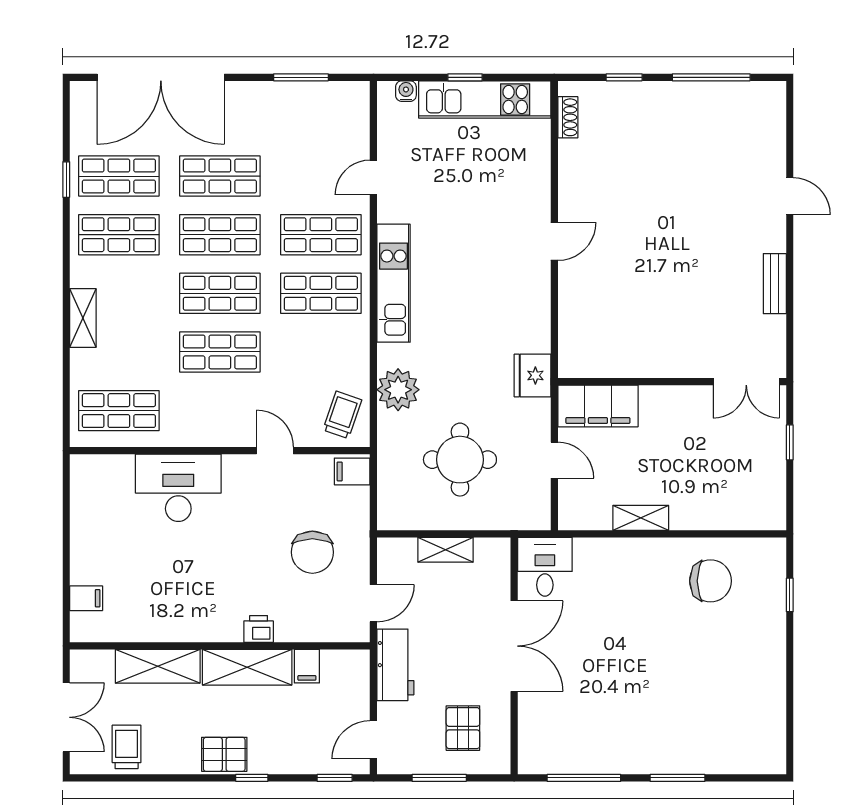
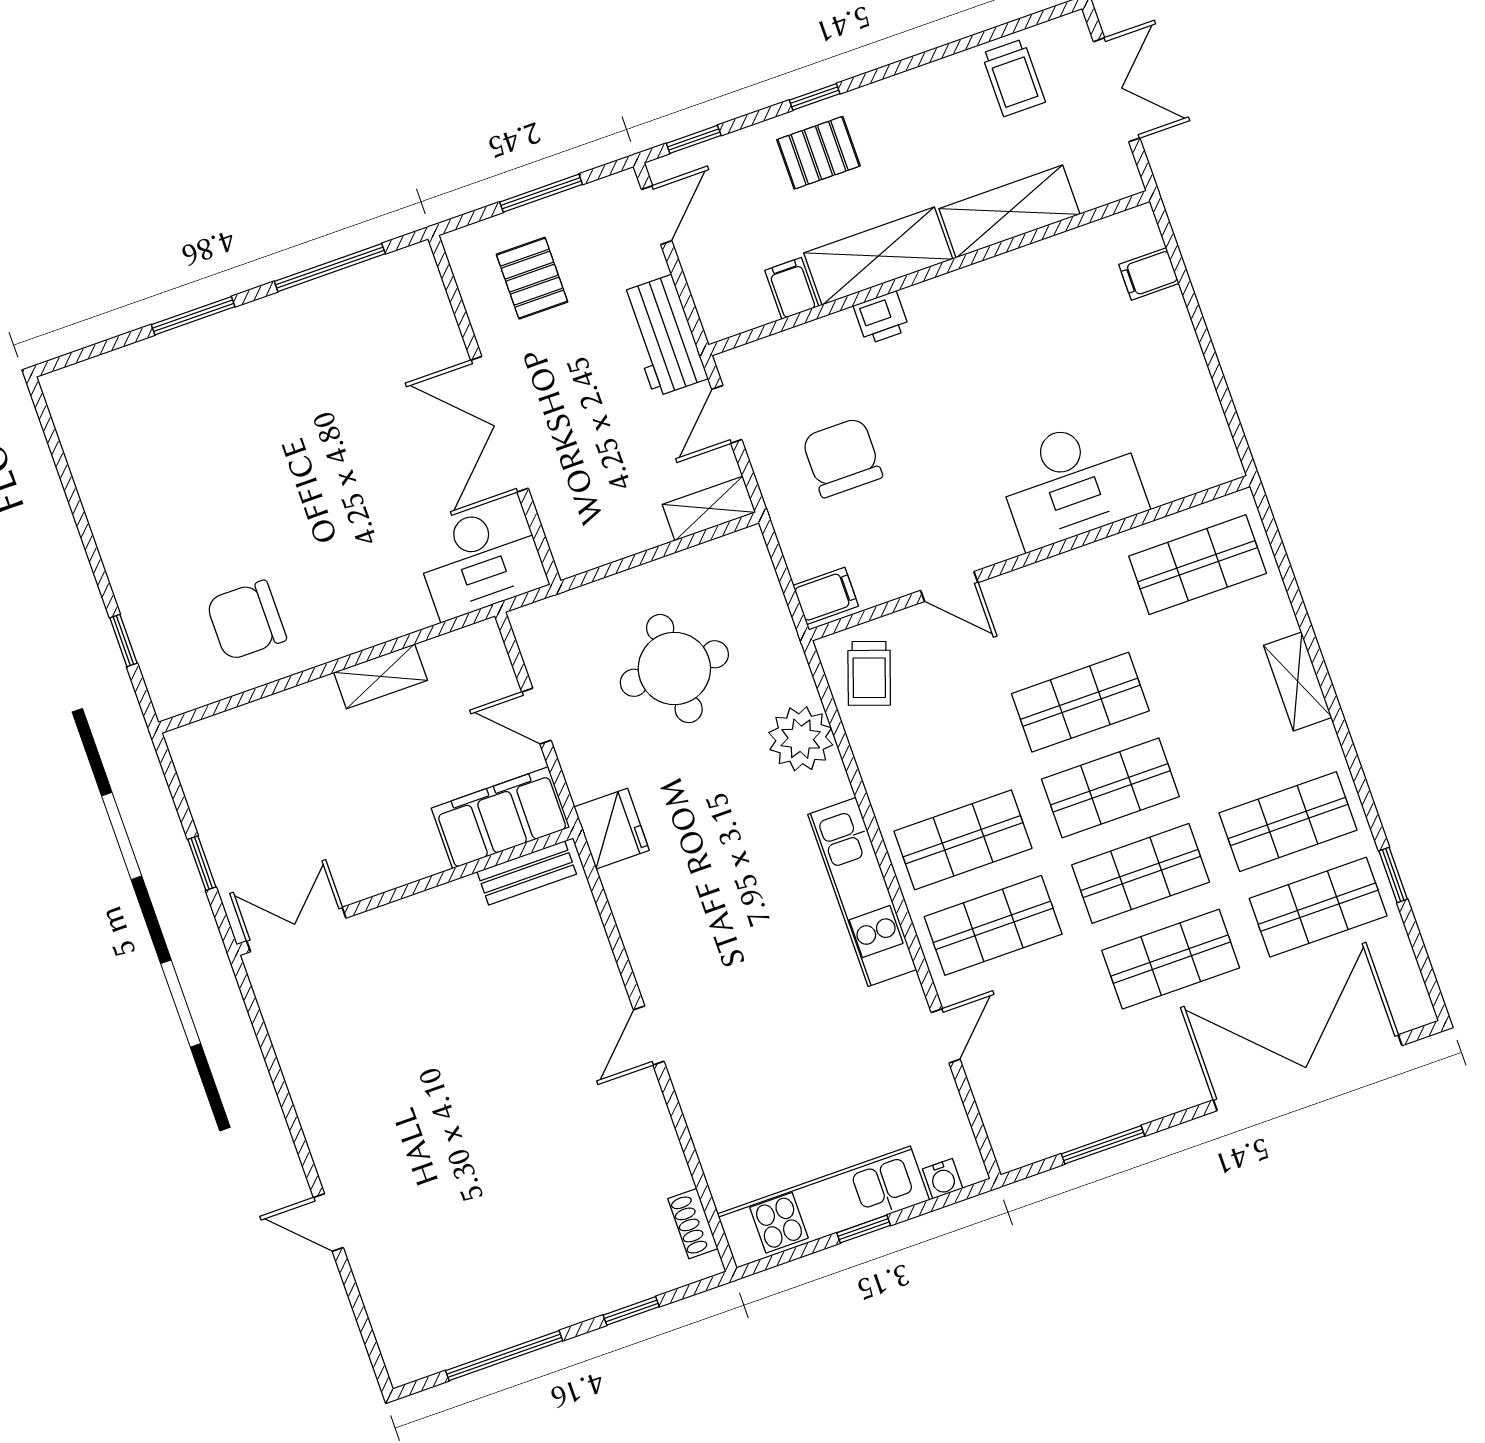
bench: (775, 284) -> (527, 873), moved, turned 90
shelving: (445, 550) -> (709, 508), moved
desk: (545, 567) -> (481, 561), width x1.37
double door: (66, 717) -> (1117, 90), swing flipped
pallet: (224, 754) -> (818, 153), moved

